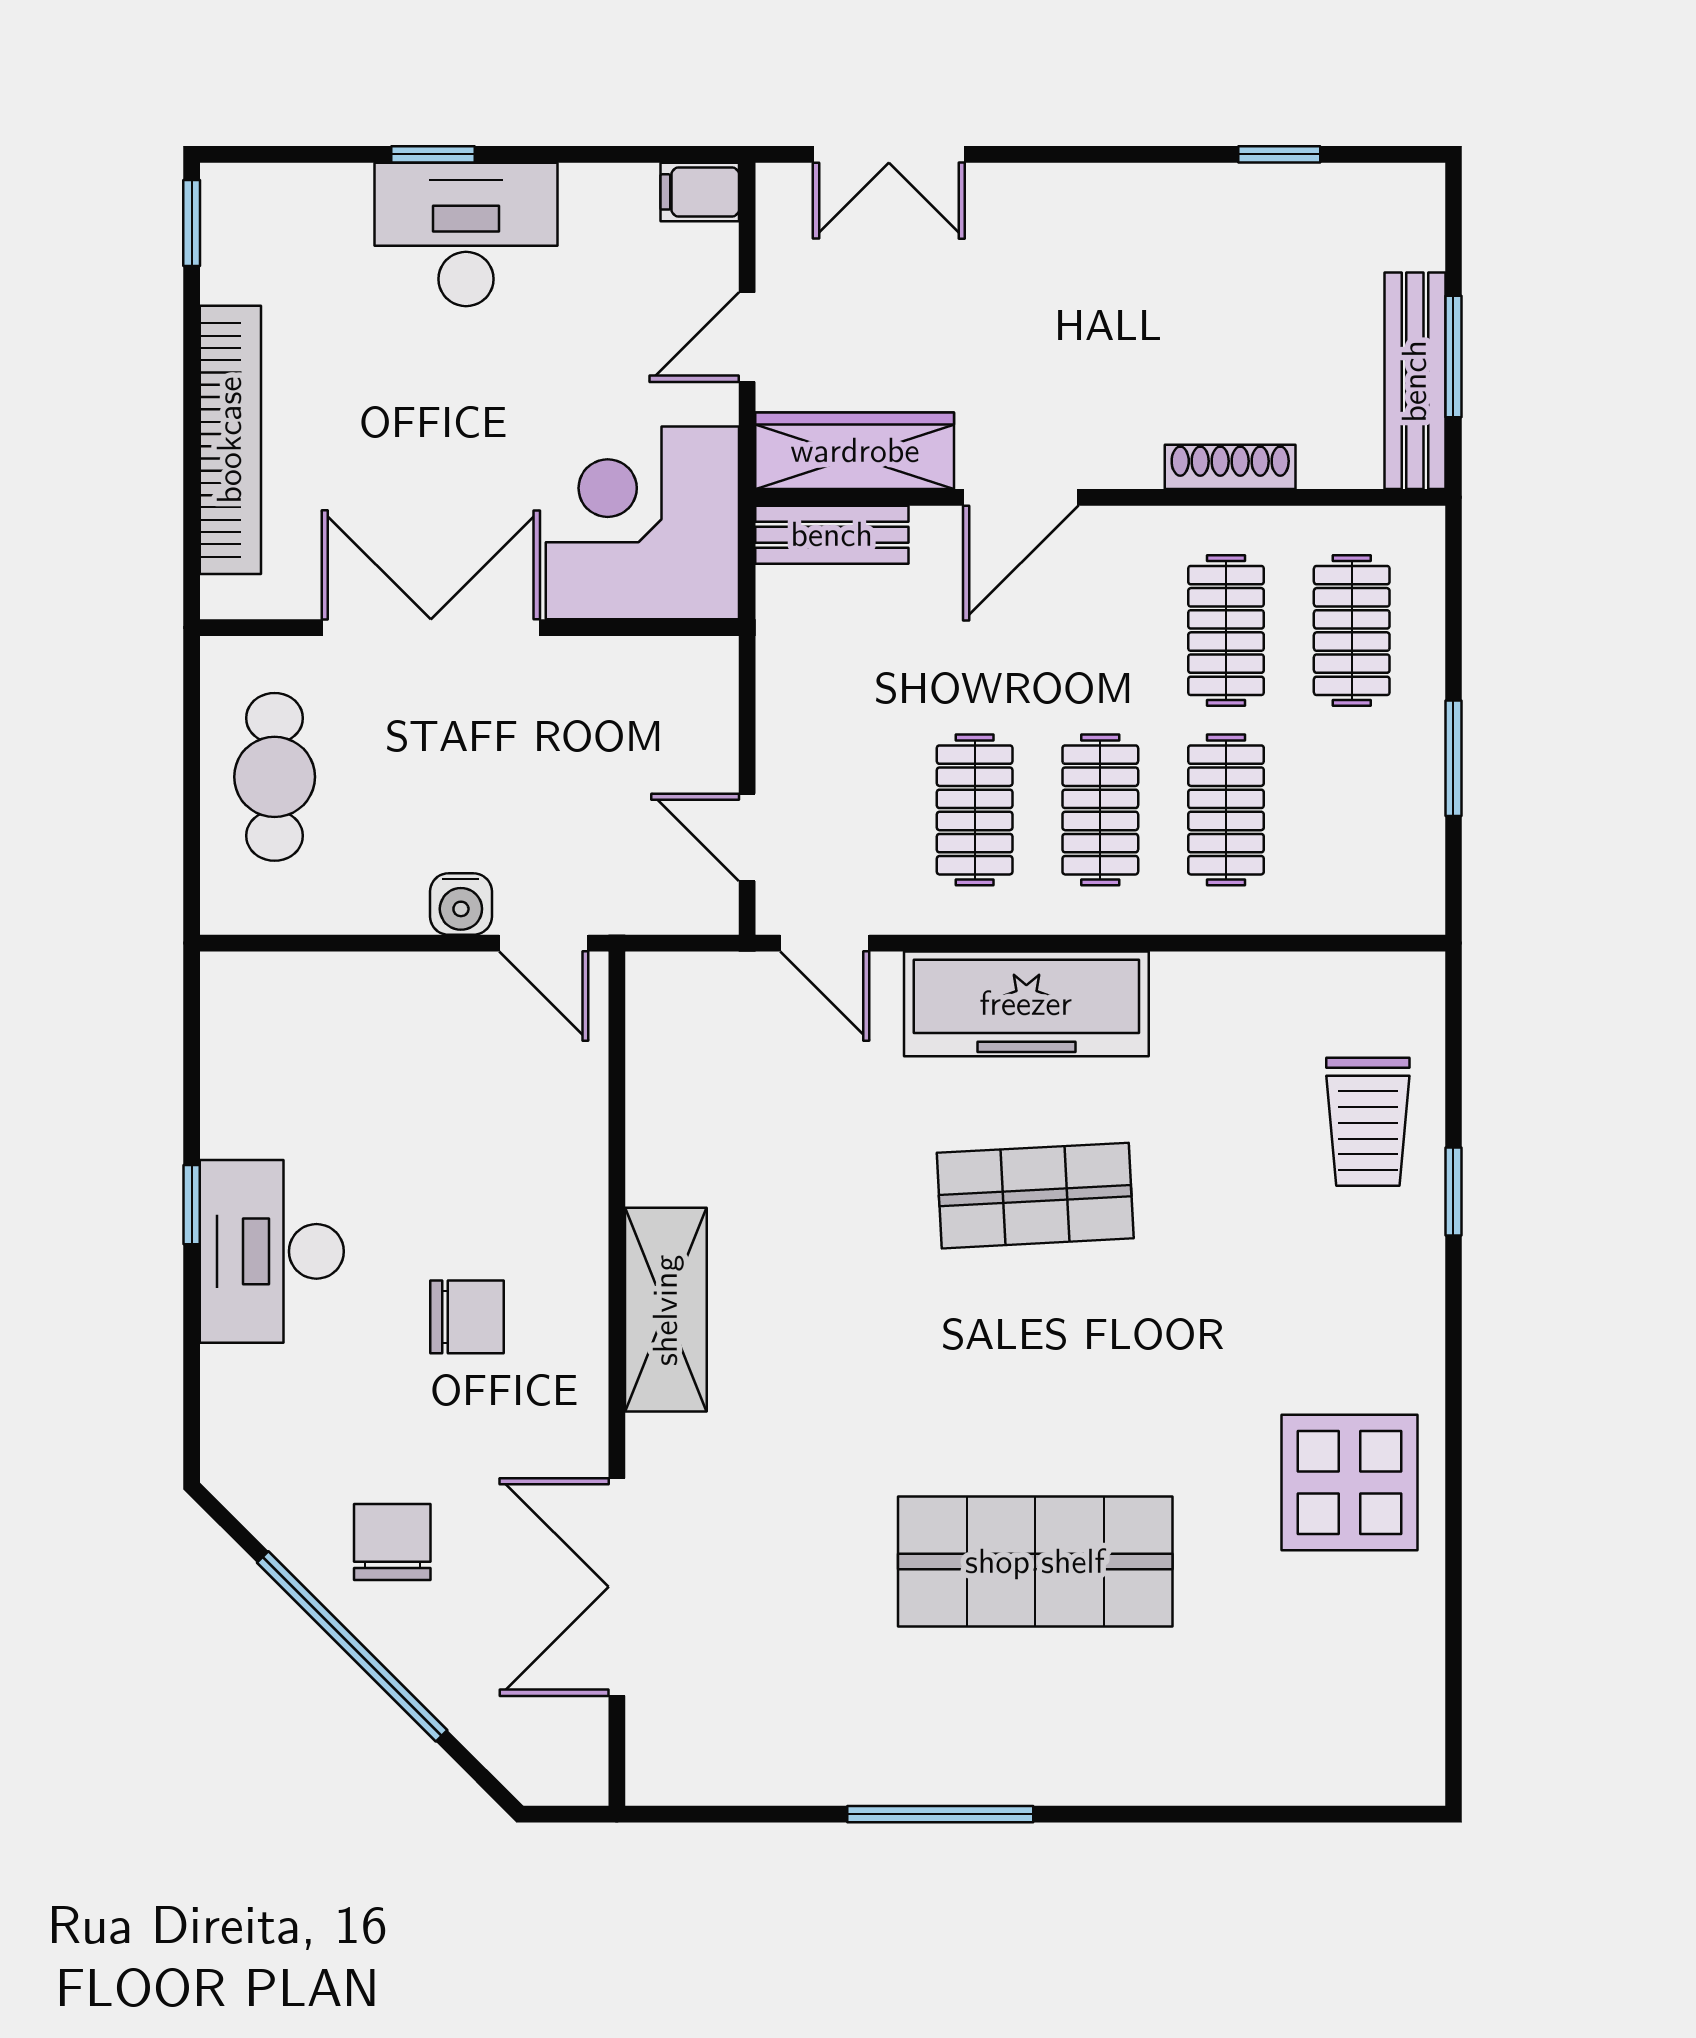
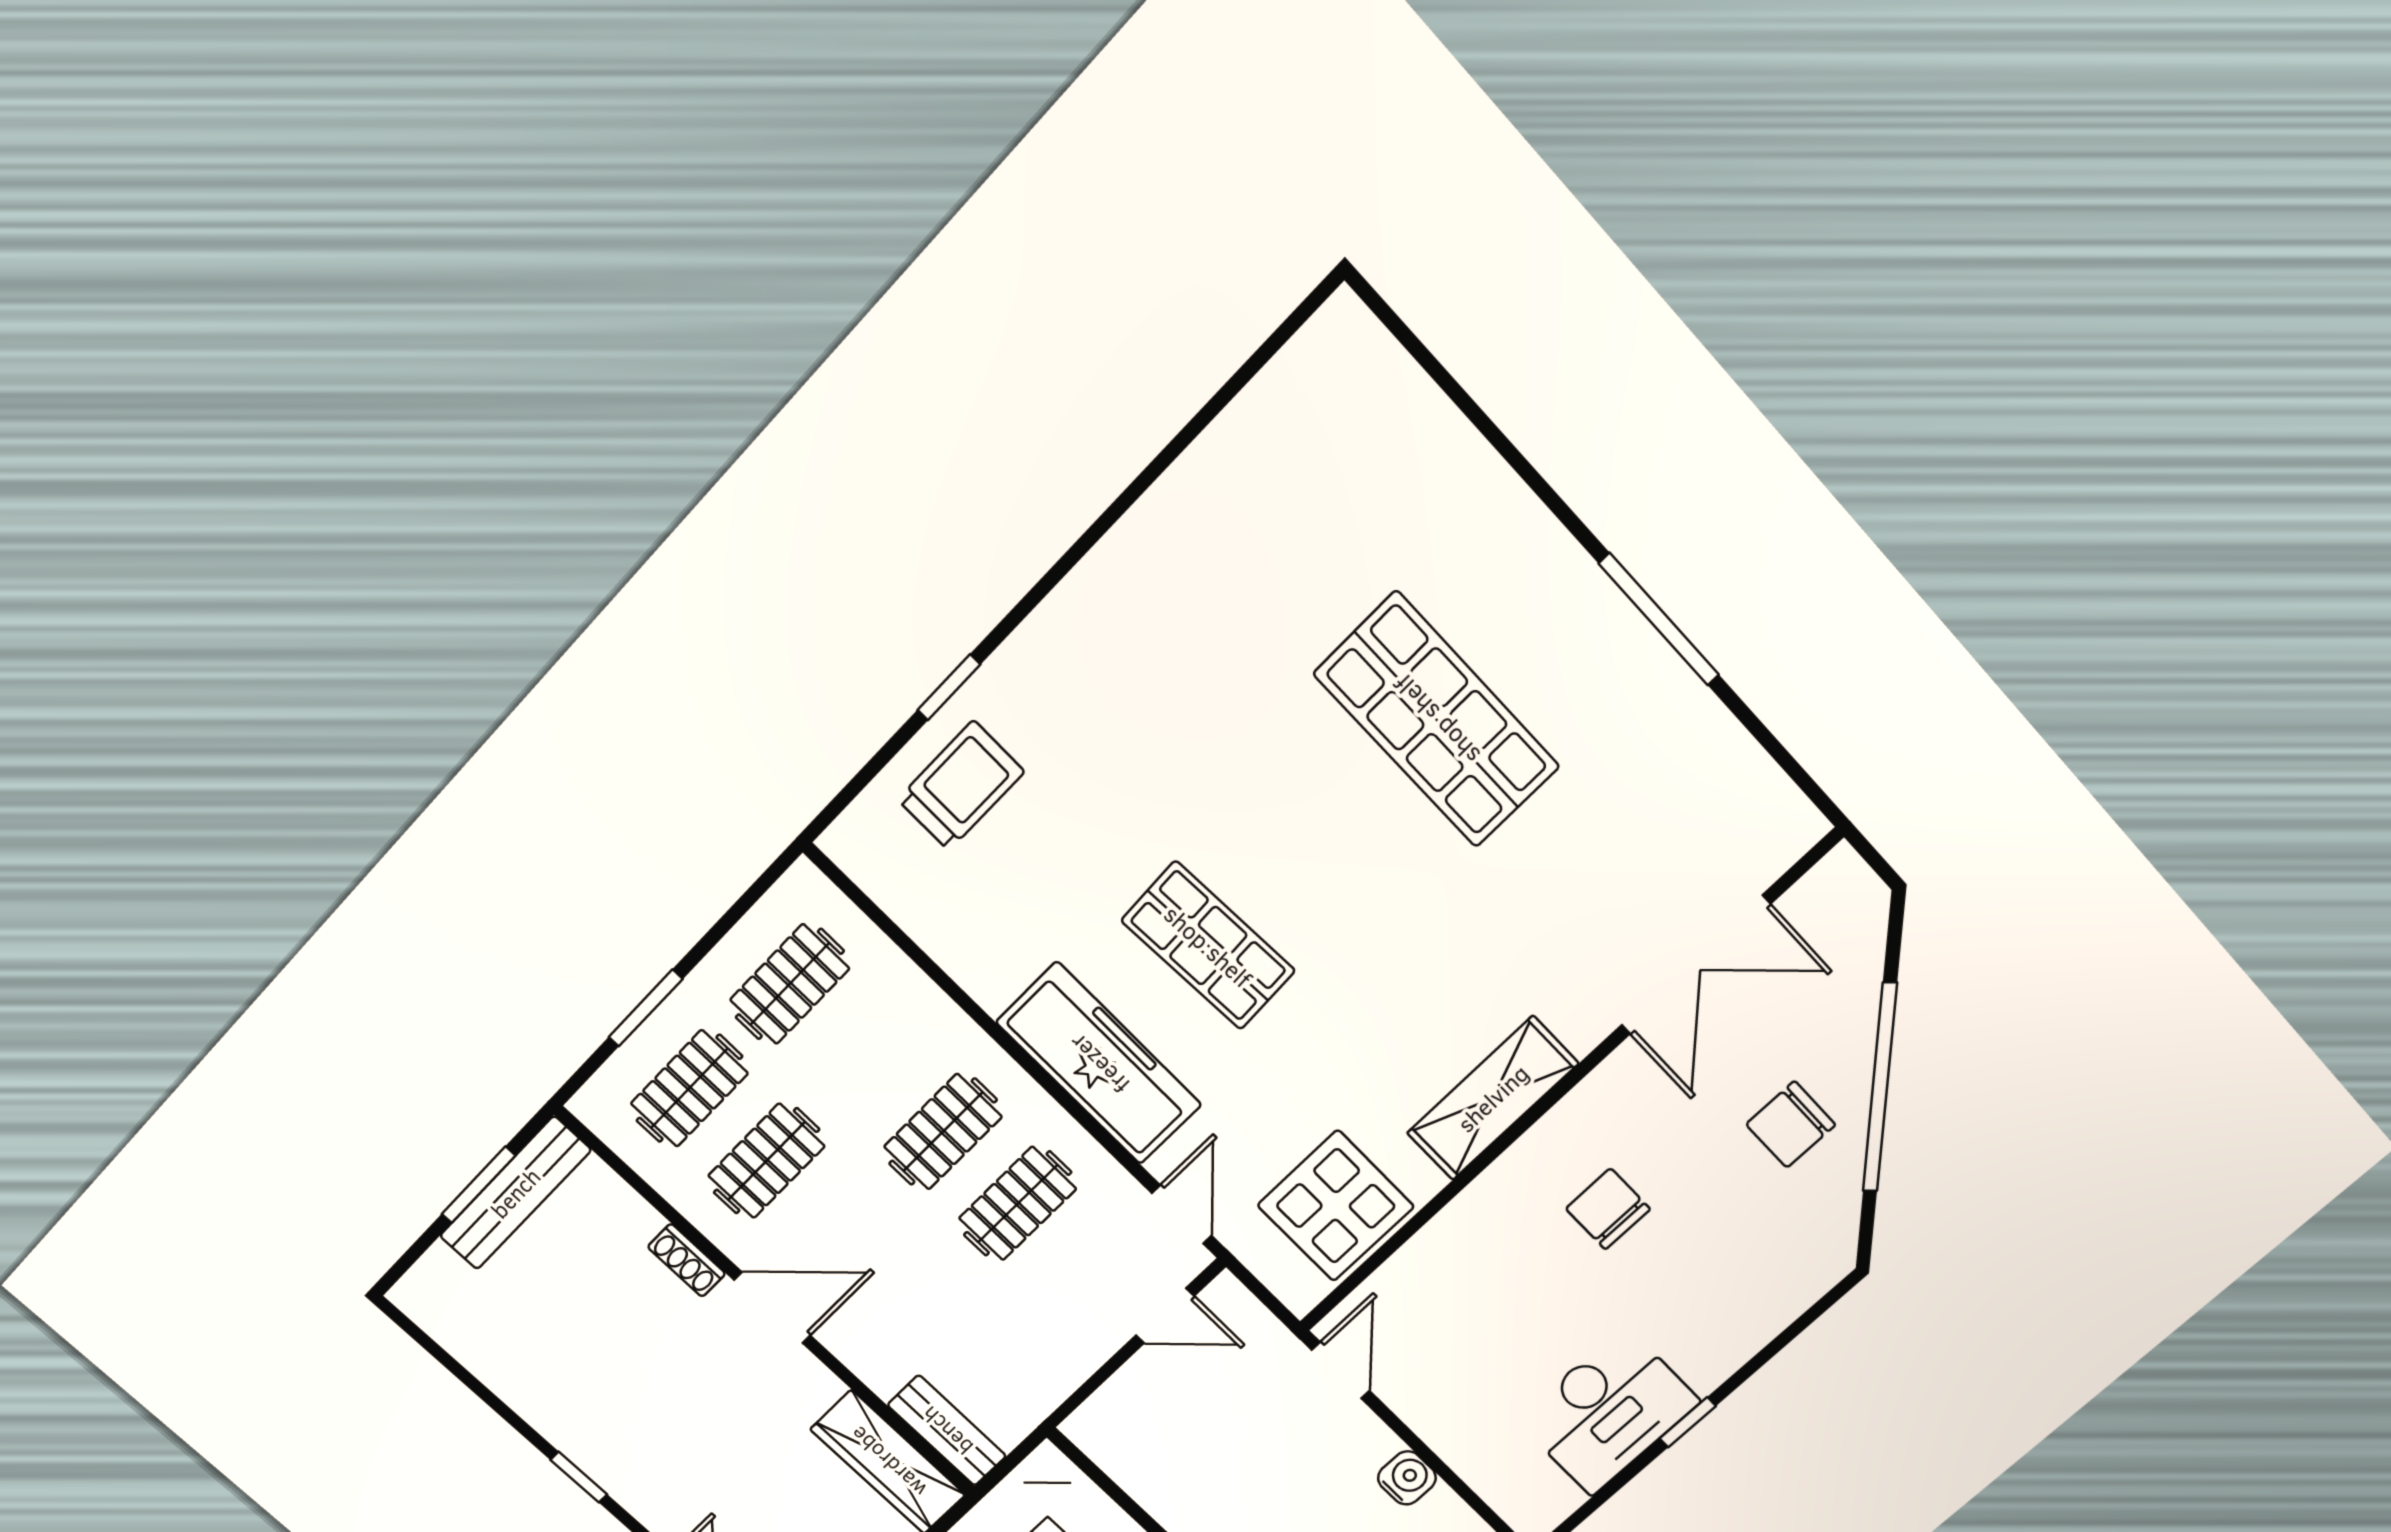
window: (1279, 154) -> (579, 1477), moved
shoe rack: (1230, 467) -> (687, 1260), width x0.70
door: (1021, 497) -> (772, 1308), moved
window: (1453, 758) -> (646, 1008), moved
clothes rail: (1226, 810) -> (790, 984), moved
door: (747, 837) -> (1165, 1316), hinge flipped
water cooler: (461, 904) -> (1407, 1478), moved
desk: (272, 1251) -> (1608, 1411), moved
display table: (1349, 1483) -> (1336, 1206), moved

